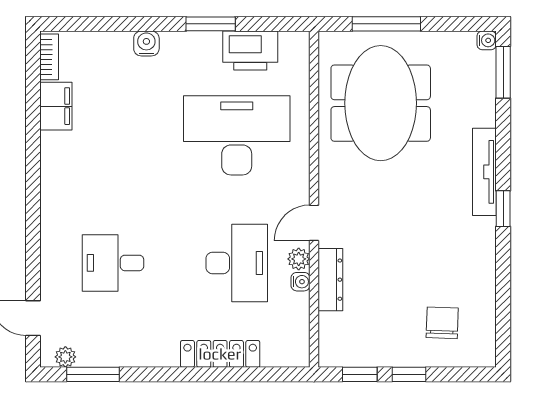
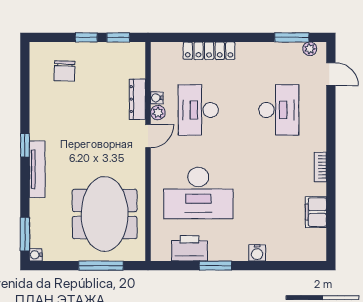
bookcase: (49, 57) -> (320, 167), moved
desk: (113, 263) -> (279, 110), width x1.37

